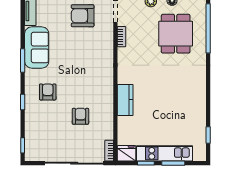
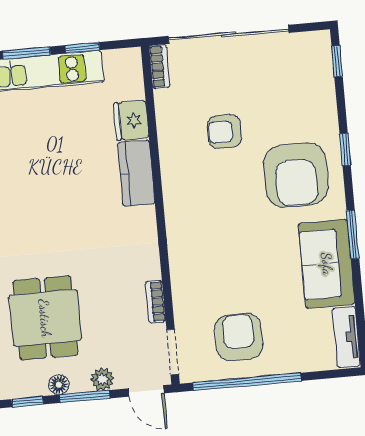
armchair: (83, 16) -> (239, 337), turned -90
armchair: (48, 92) -> (296, 175), width x1.88, depth x1.88
armchair: (80, 116) -> (224, 131), turned 90
fridge: (127, 153) -> (131, 120), moved, turned 90

